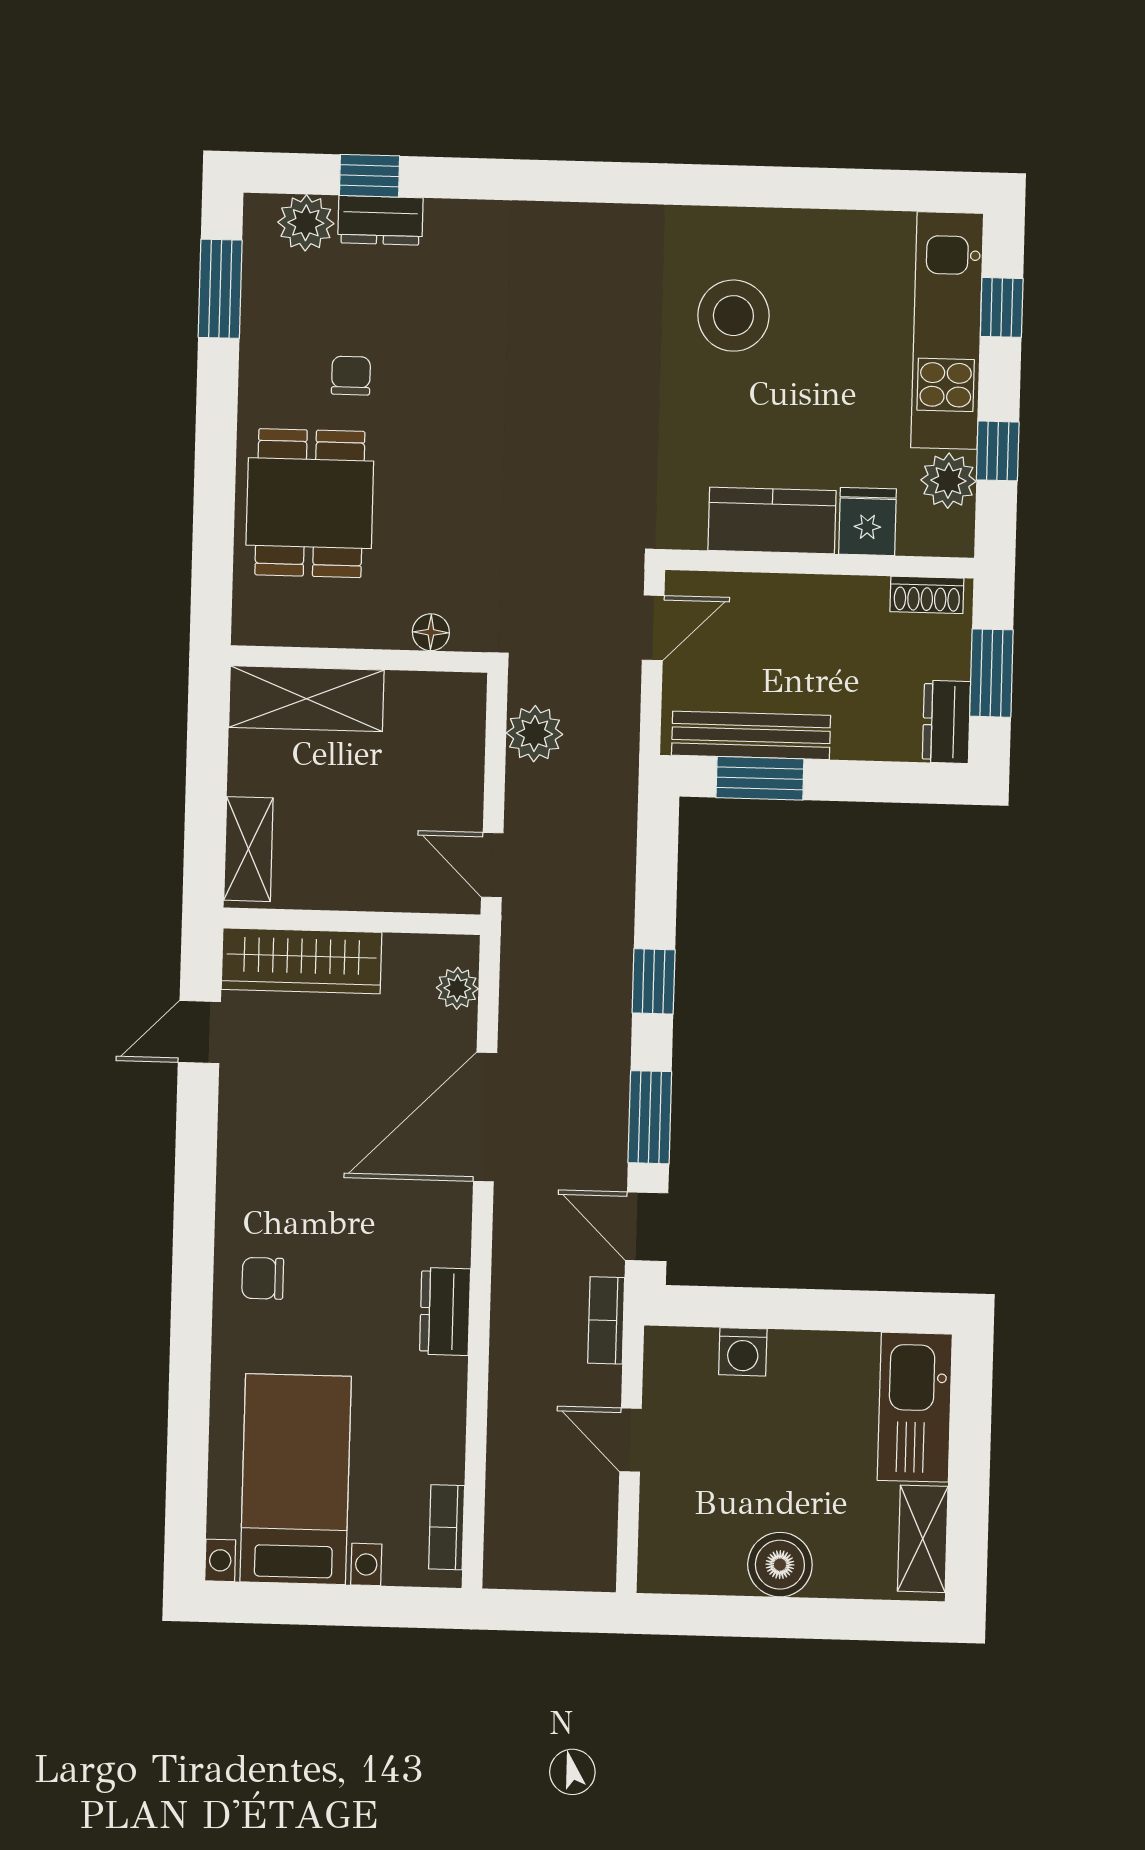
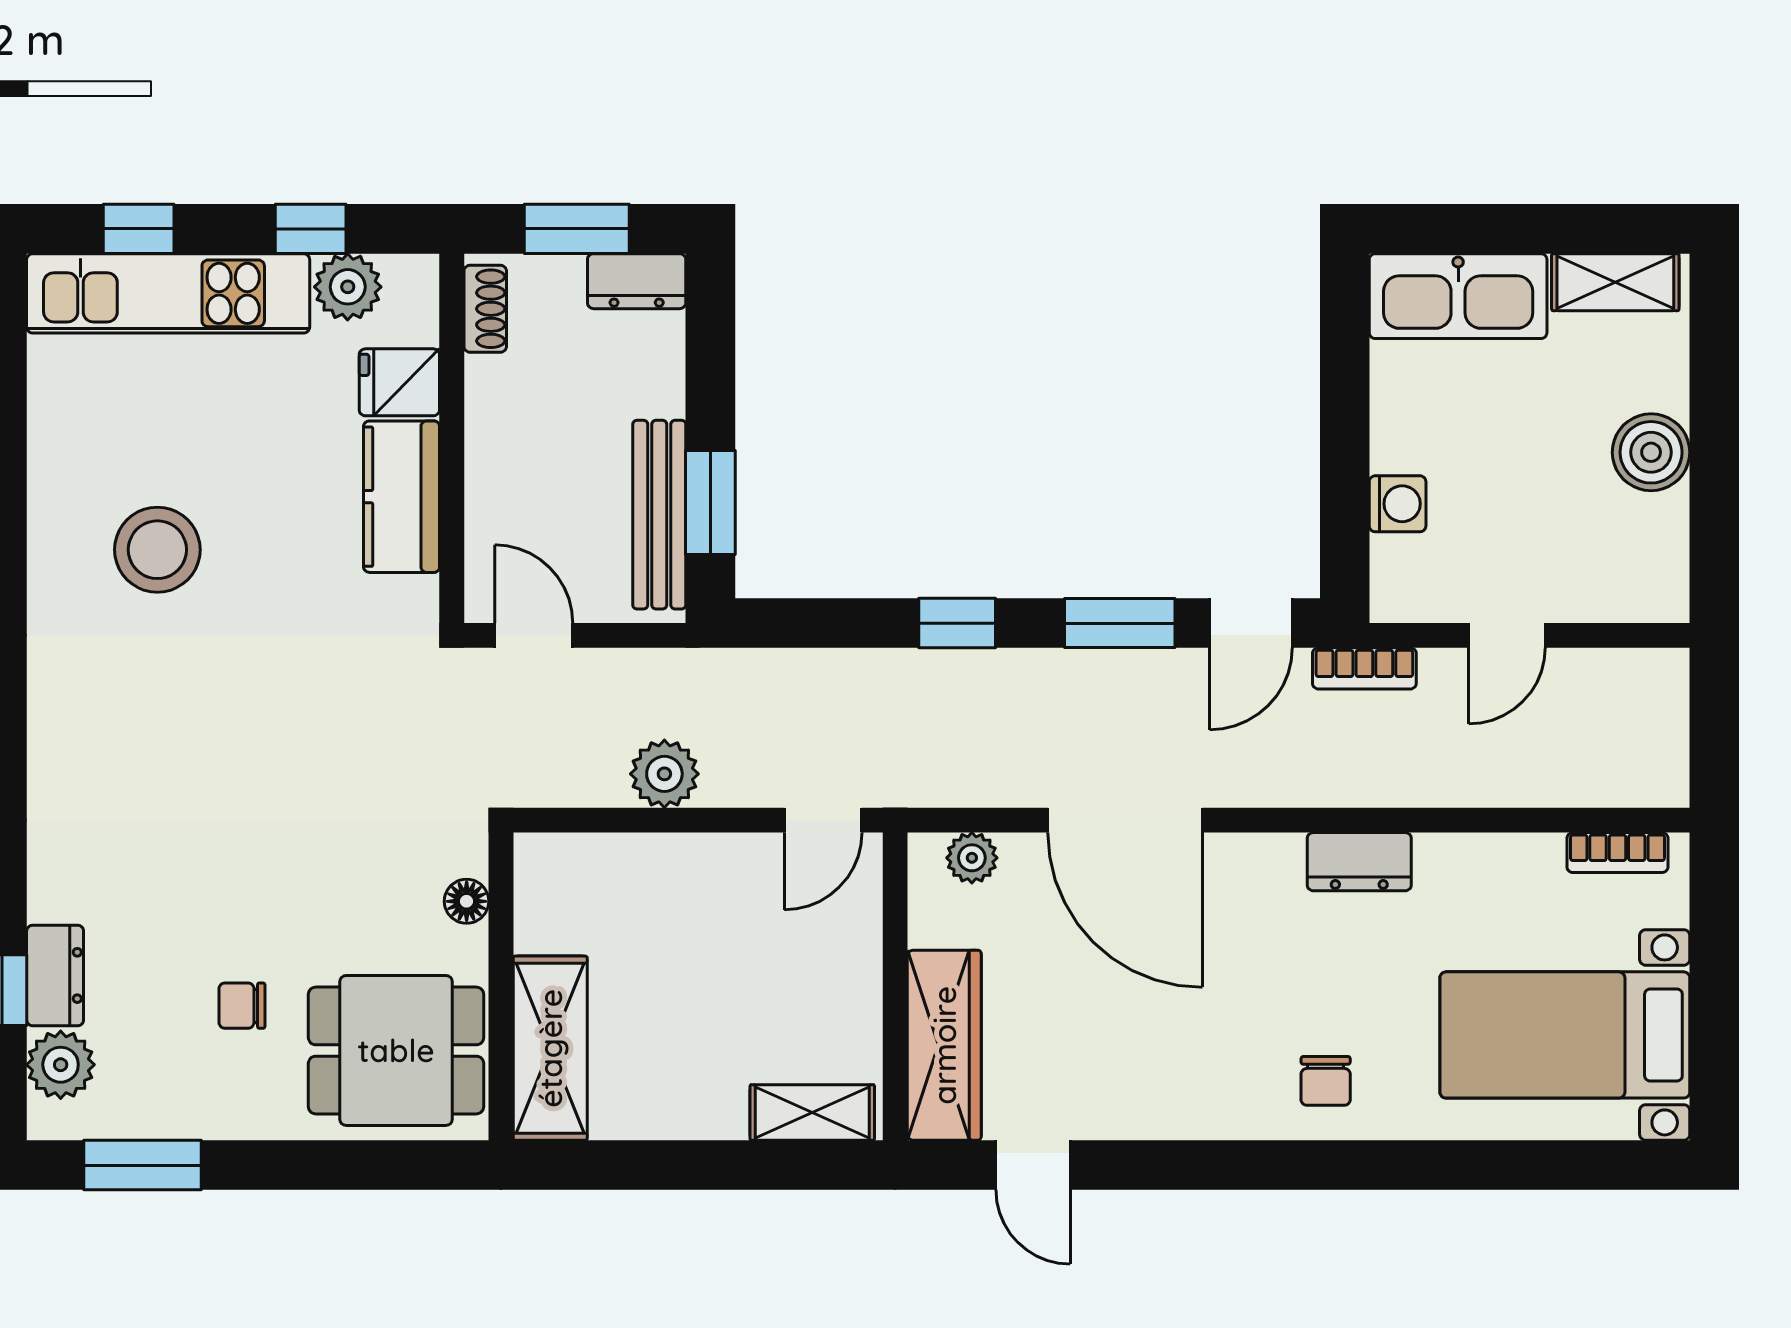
floor lamp: (431, 632) -> (467, 901), moved
wall: (359, 659) -> (501, 986), moved
shelving: (306, 699) -> (550, 1048), moved

